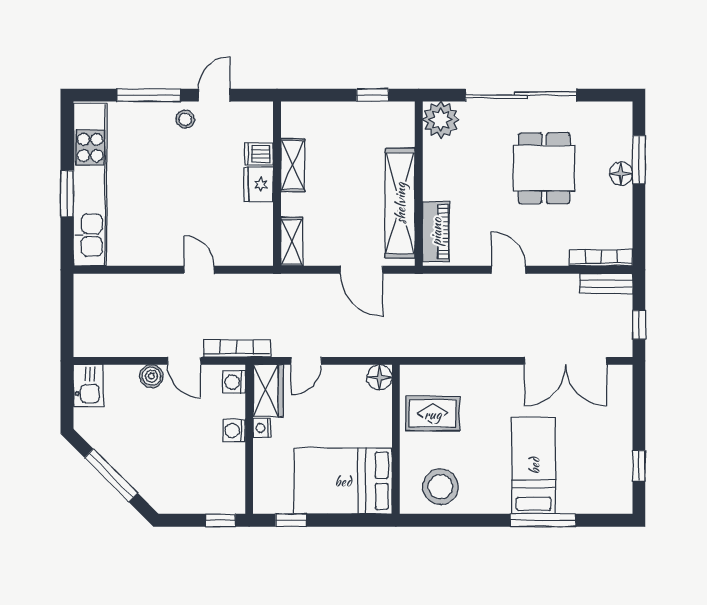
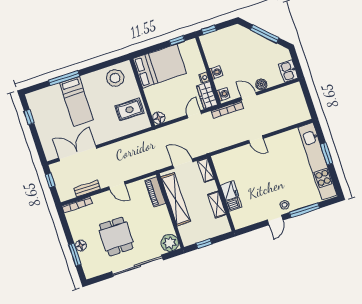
dishwasher: (259, 154) -> (234, 204), moved
shelving: (293, 165) -> (217, 204), moved
fridge: (258, 184) -> (229, 191), moved
wall: (277, 184) -> (221, 194), moved
shelving: (292, 242) -> (206, 170), moved
bench: (606, 284) -> (87, 189), moved

